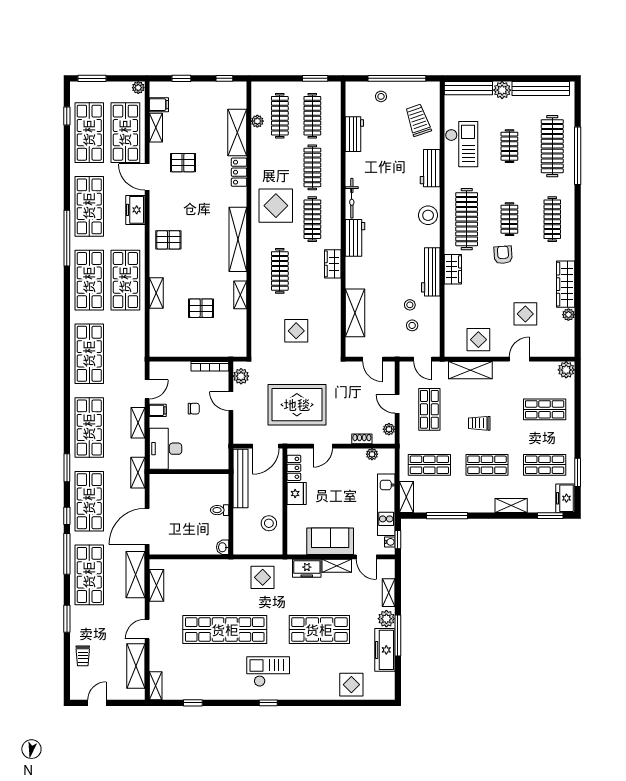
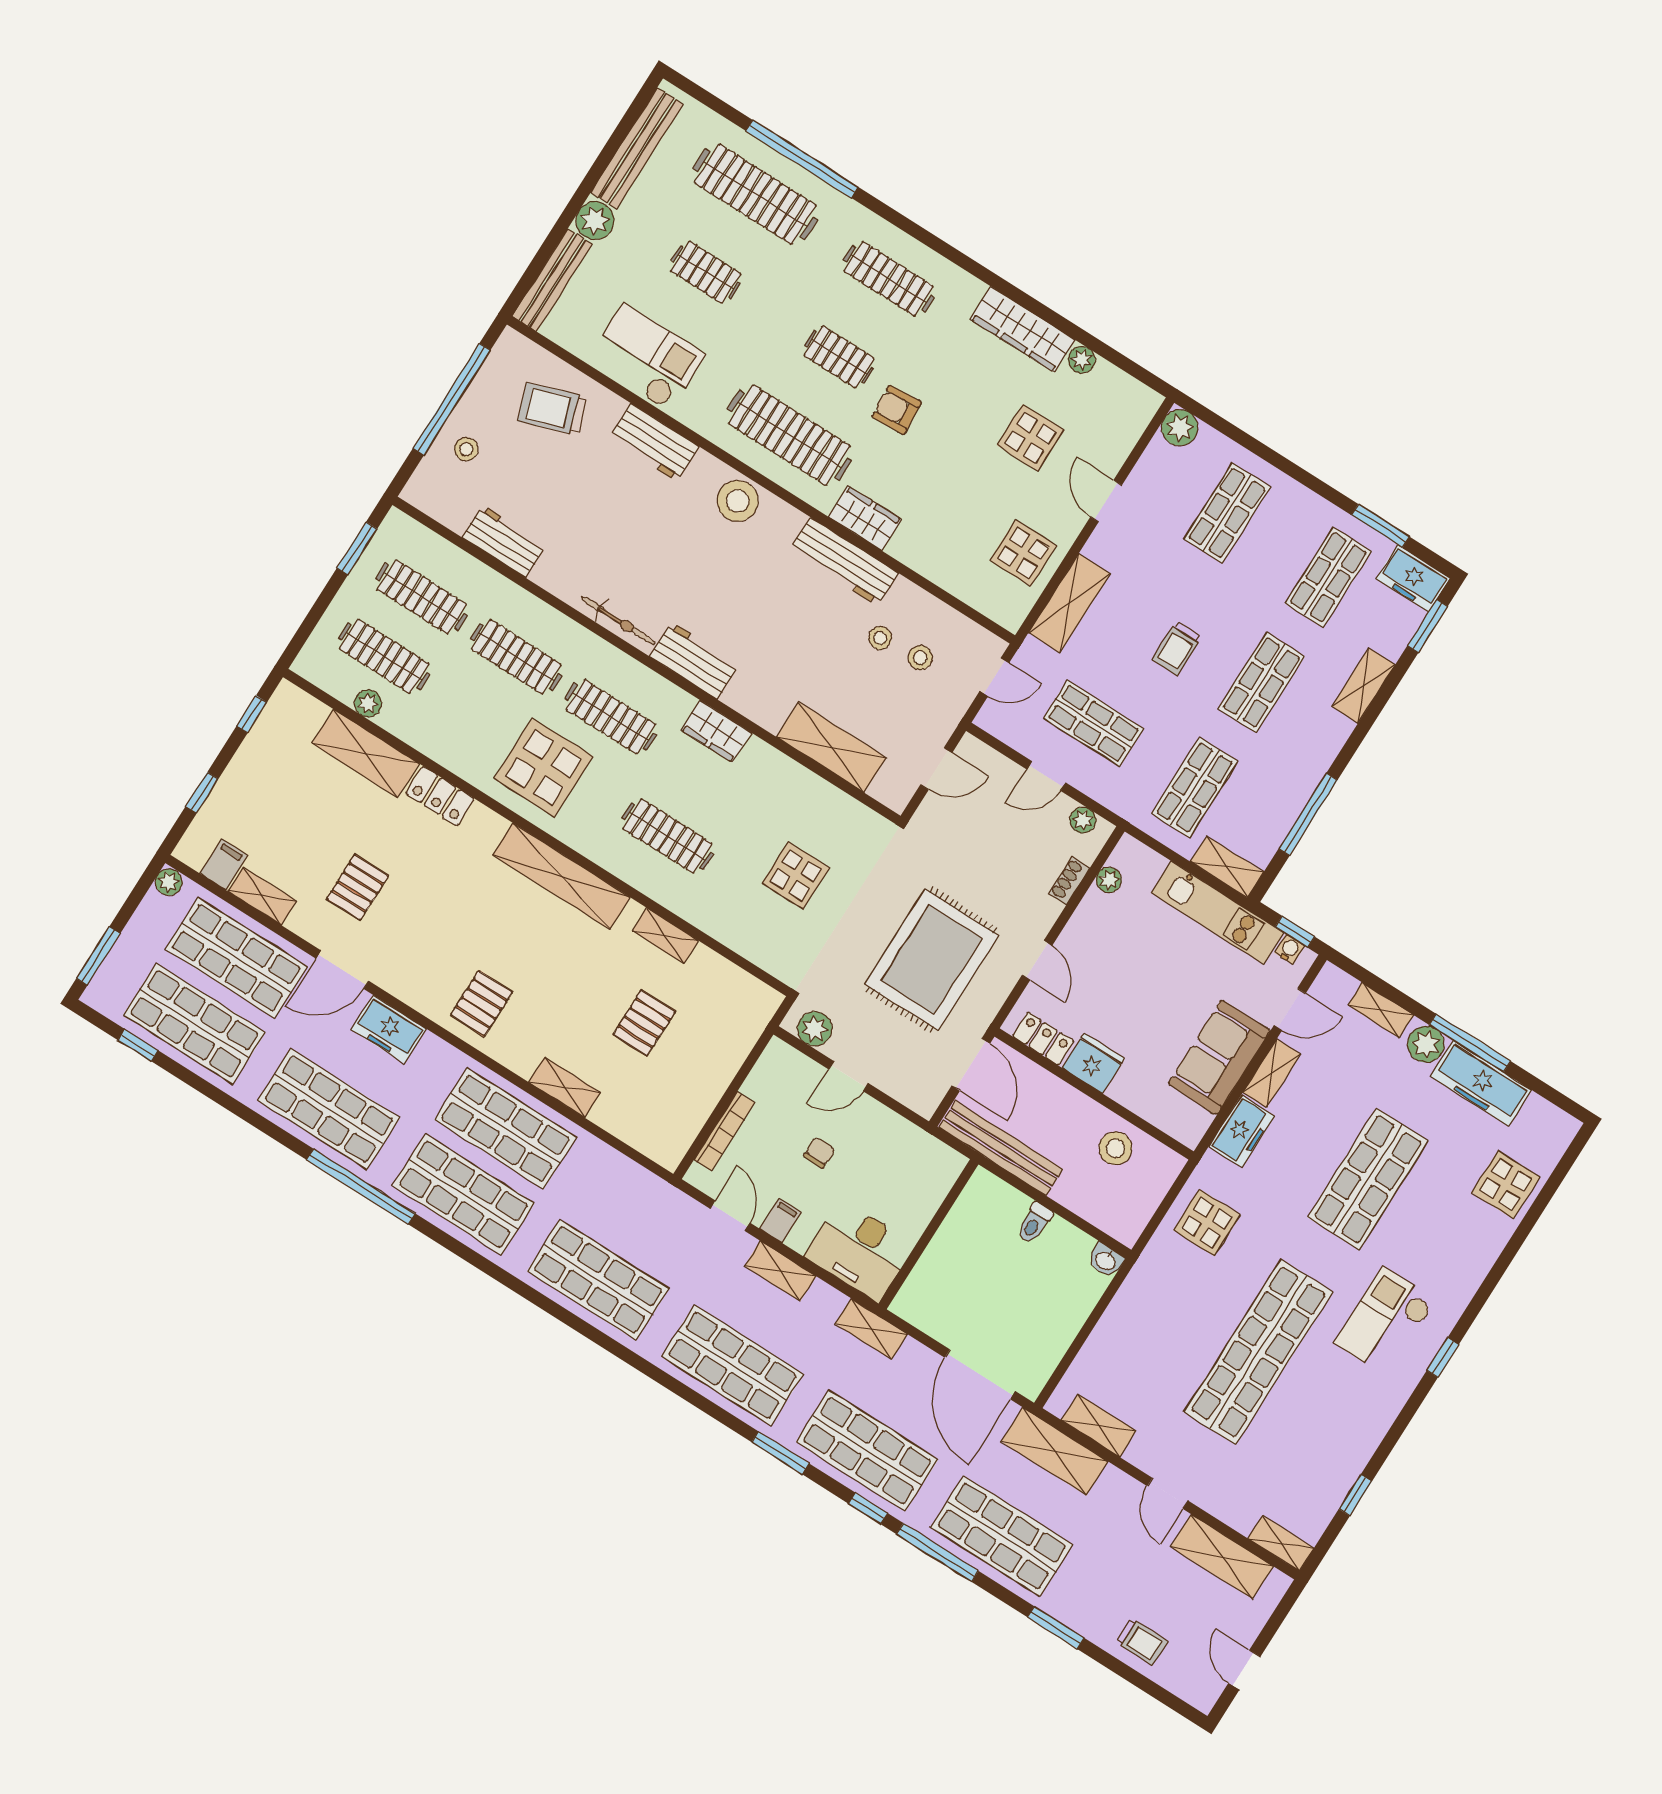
bookcase: (210, 366) -> (724, 1131), moved

